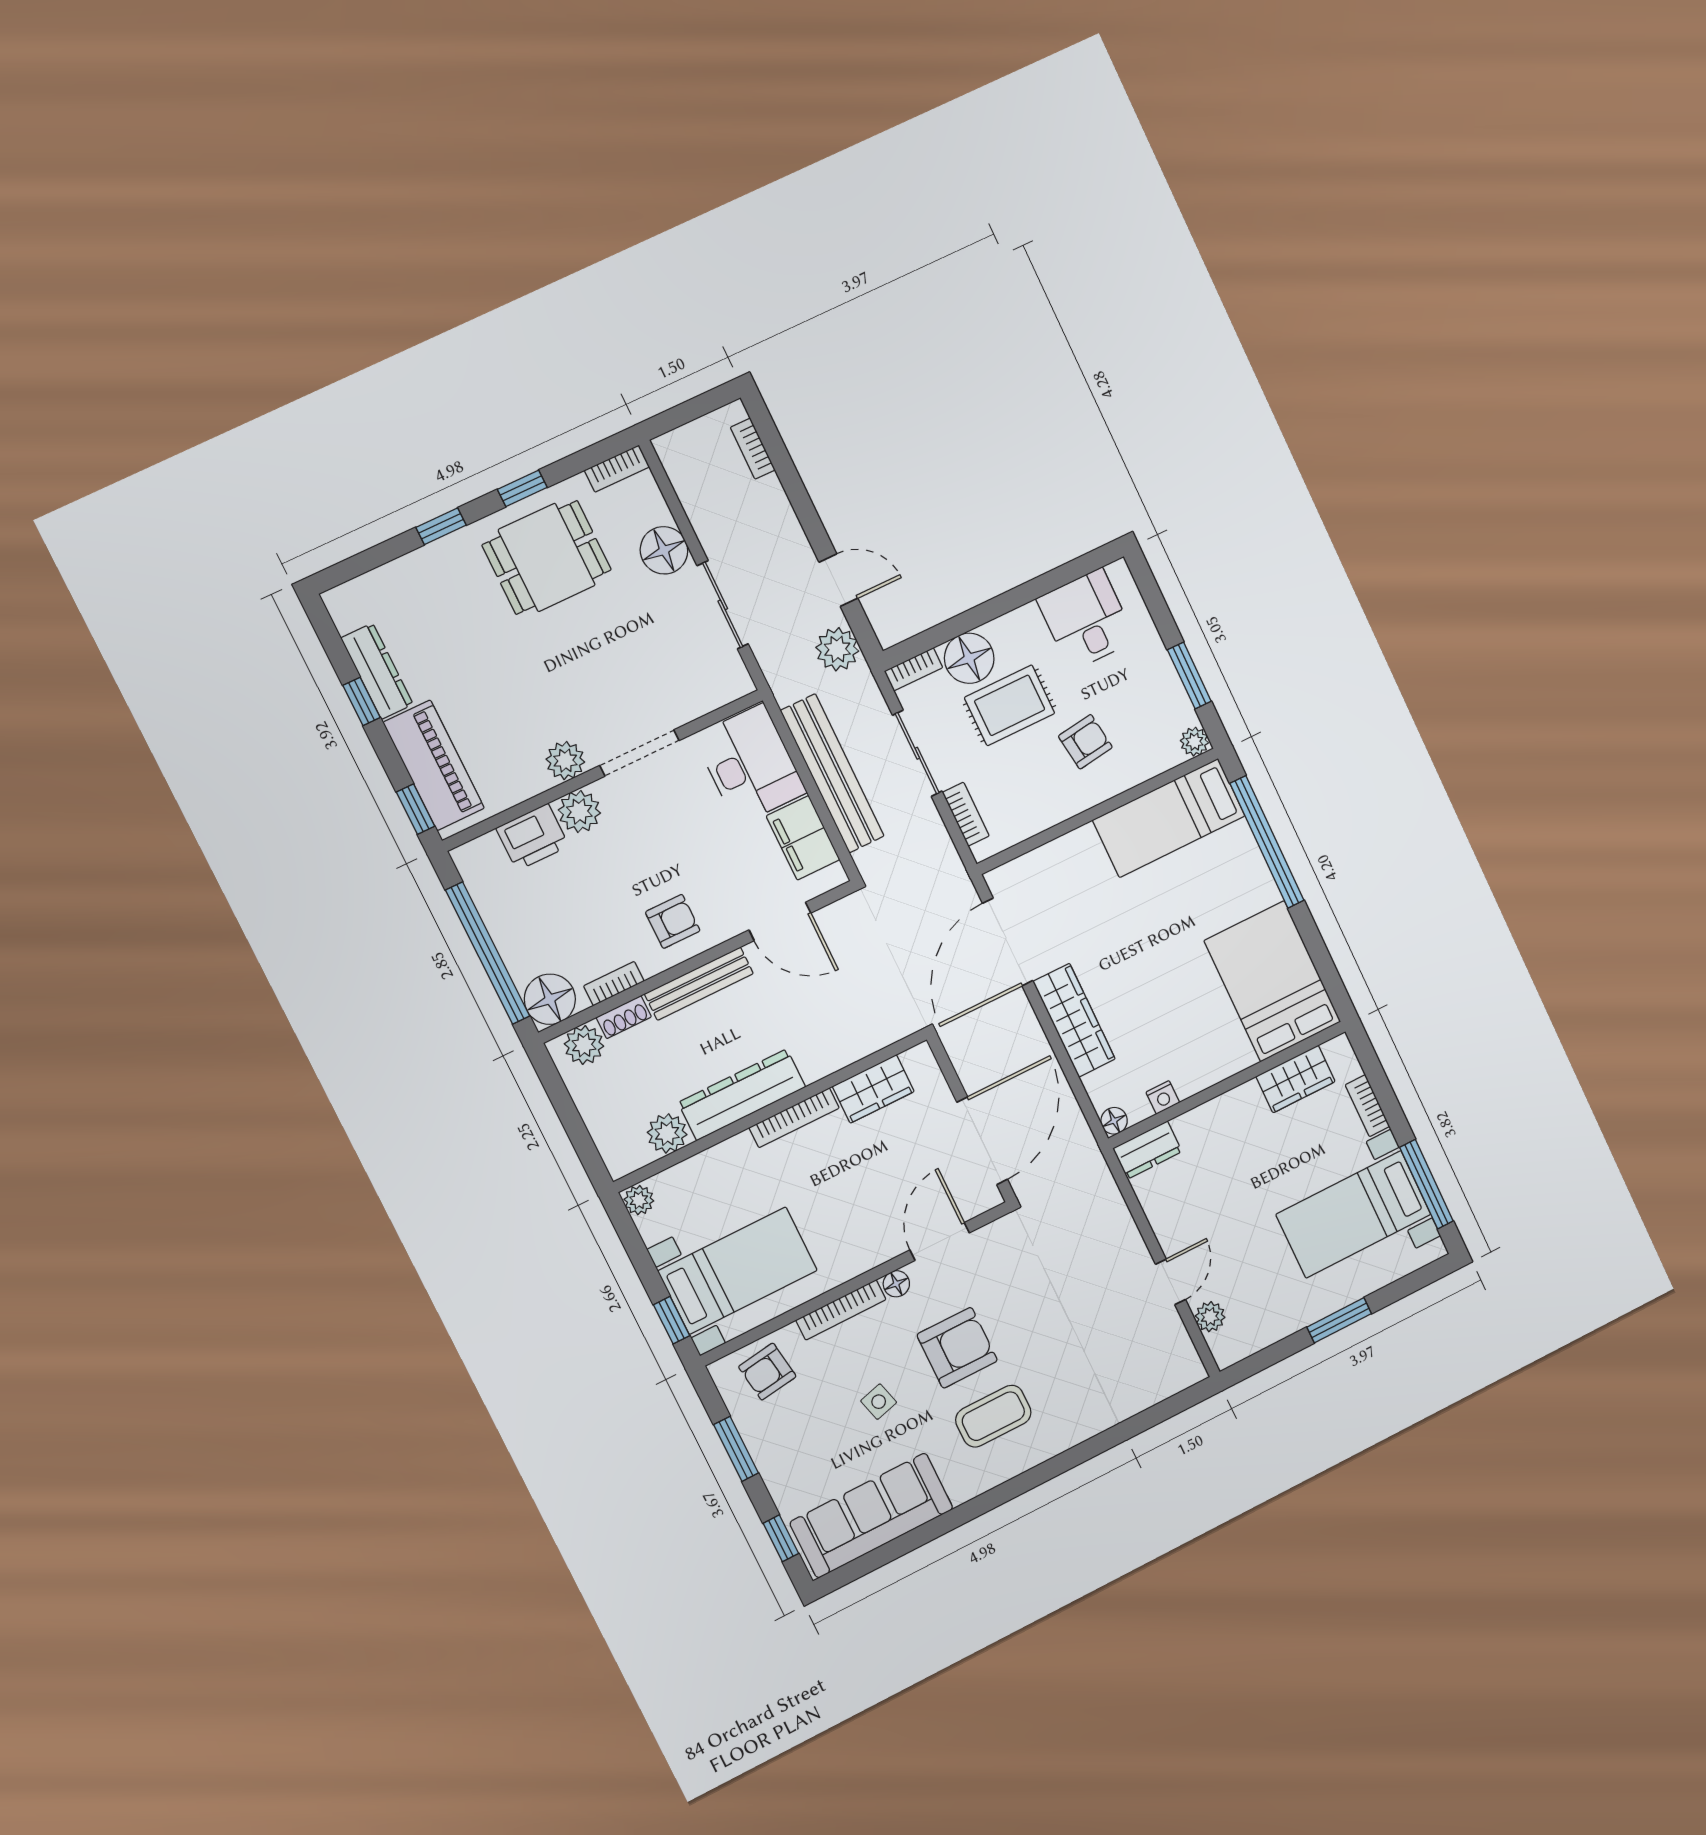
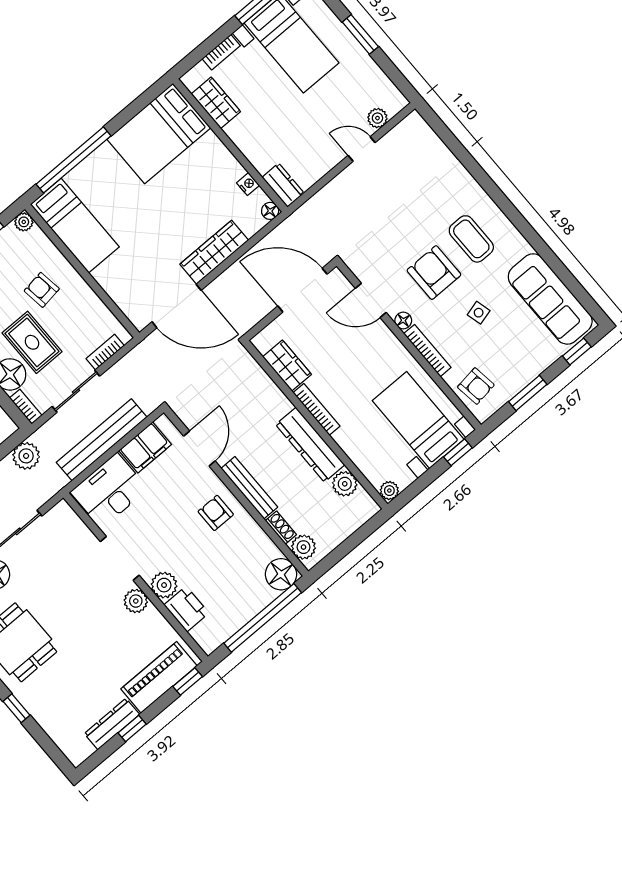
bookcase: (614, 984) -> (262, 539), removed

